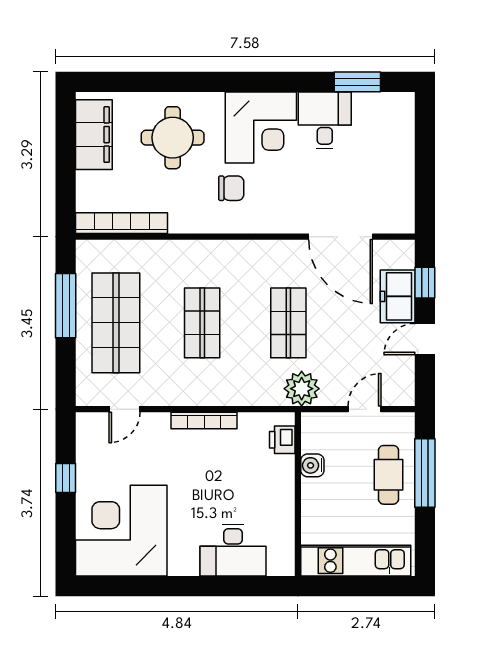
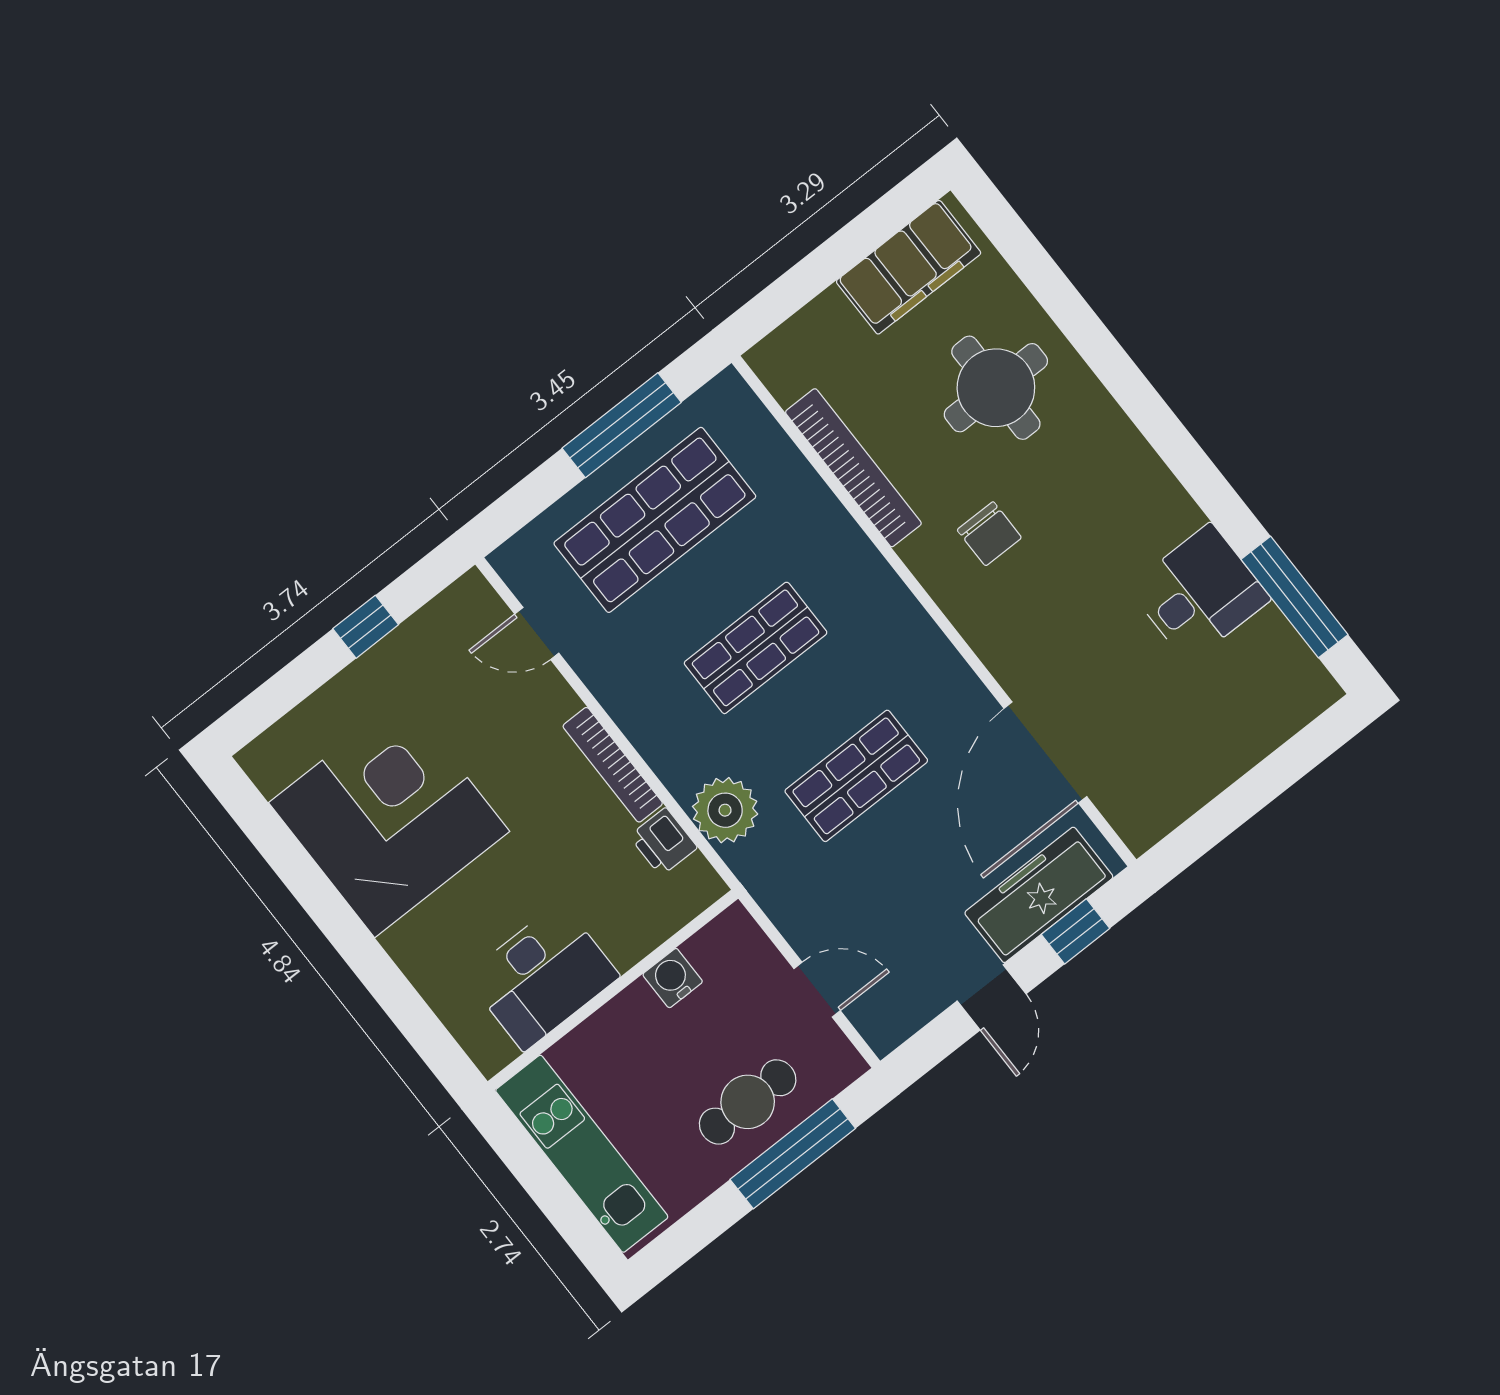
window: (357, 82) -> (1294, 597), width x1.44
corner desk: (261, 128) -> (1114, 507), removed
bookcase: (122, 223) -> (853, 468), moved
freezer: (398, 296) -> (1039, 895), width x1.40
door: (425, 339) -> (992, 997), swing flipped
plant: (302, 389) -> (725, 810), moved
printer: (282, 440) -> (663, 842), moved, turned -90
corner desk: (121, 531) -> (389, 817), moved
desk: (233, 550) -> (542, 976), moved, turned -90

